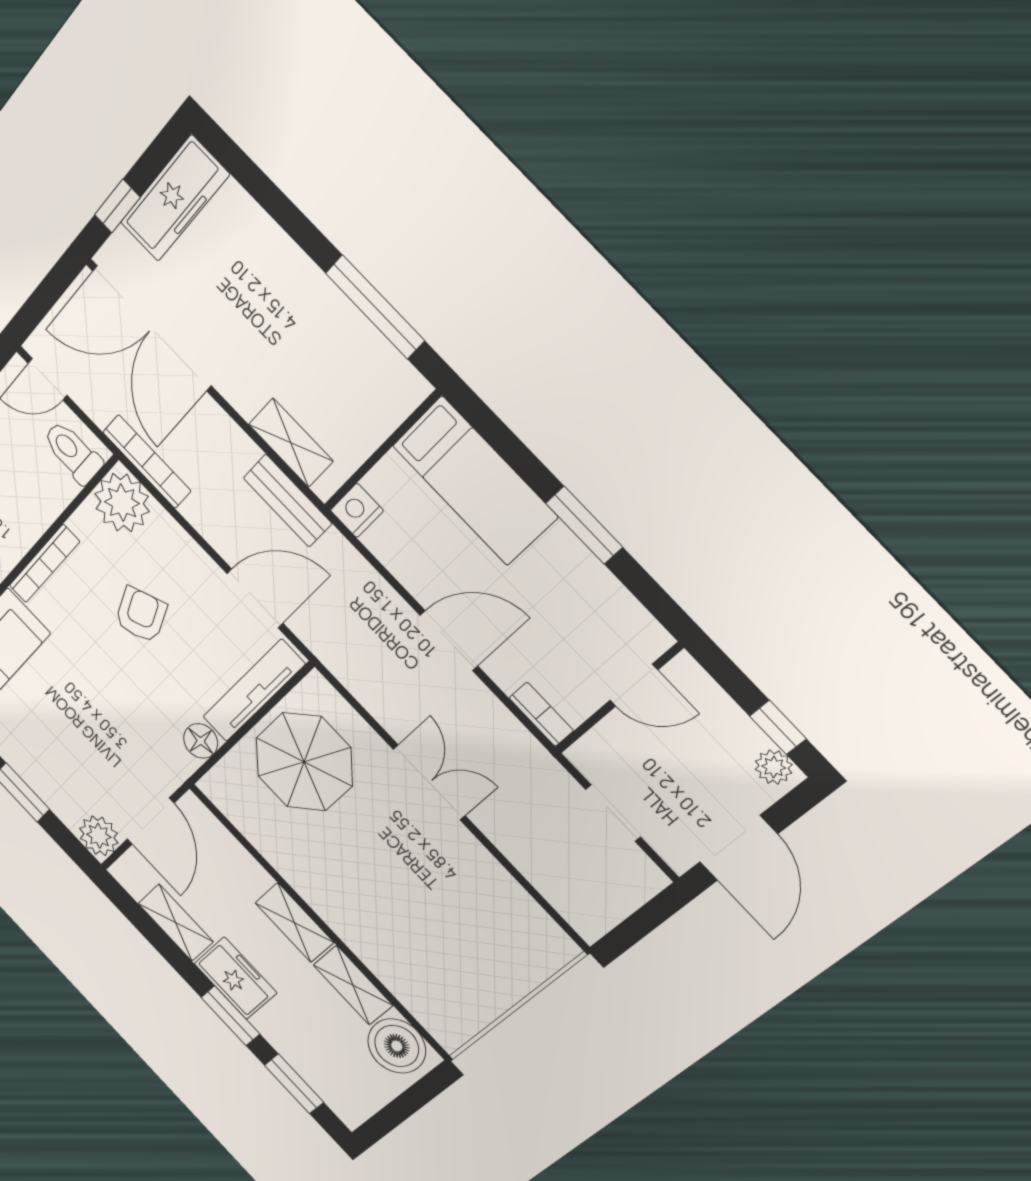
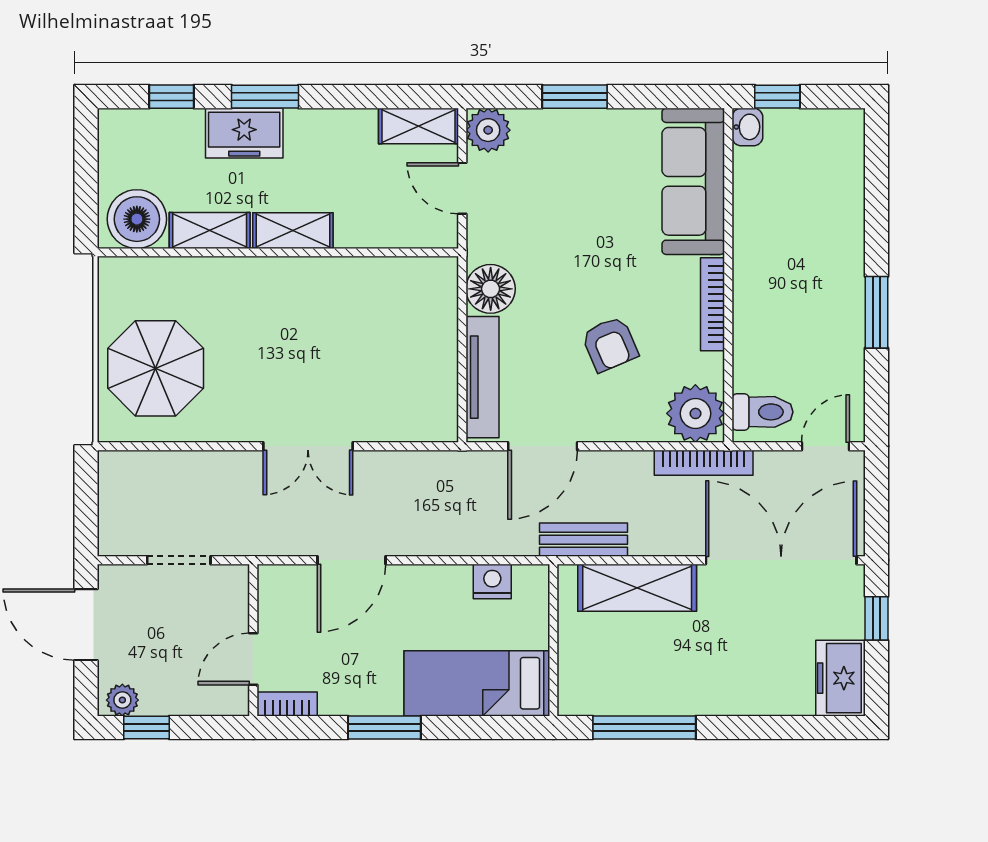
freezer: (175, 199) -> (840, 678), width x0.71
shelving: (291, 443) -> (637, 588), width x1.50, depth x1.33
nightstand: (357, 510) -> (492, 581), moved, turned -90
door: (449, 641) -> (351, 560), moved
bookcase: (541, 714) -> (287, 704), moved, turned 180
floor lamp: (201, 741) -> (491, 289), width x1.38, depth x1.38
parasol: (304, 762) -> (156, 368), moved
door: (150, 821) -> (462, 188), width x0.73
shelving: (176, 923) -> (419, 126), moved
freezer: (235, 978) -> (244, 133), moved
window: (294, 1084) -> (172, 97), width x0.67

